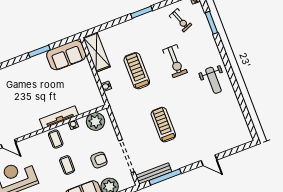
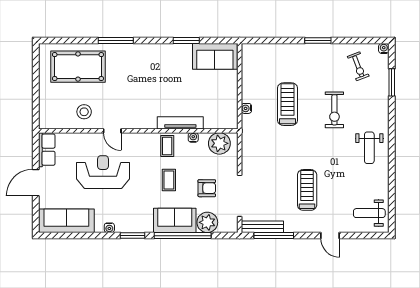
shelving: (97, 52) -> (250, 66), removed
treadmill: (163, 125) -> (307, 190), moved
weight bench: (233, 131) -> (369, 213), added

